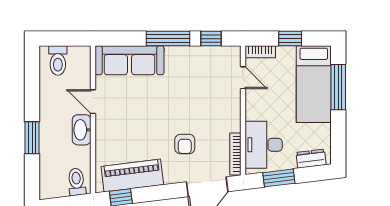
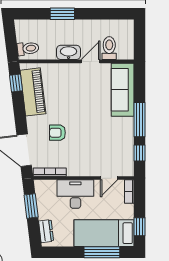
window: (290, 39) -> (140, 227), moved
toilet: (58, 61) -> (109, 48), moved, turned 90
desk: (264, 145) -> (75, 194), moved

